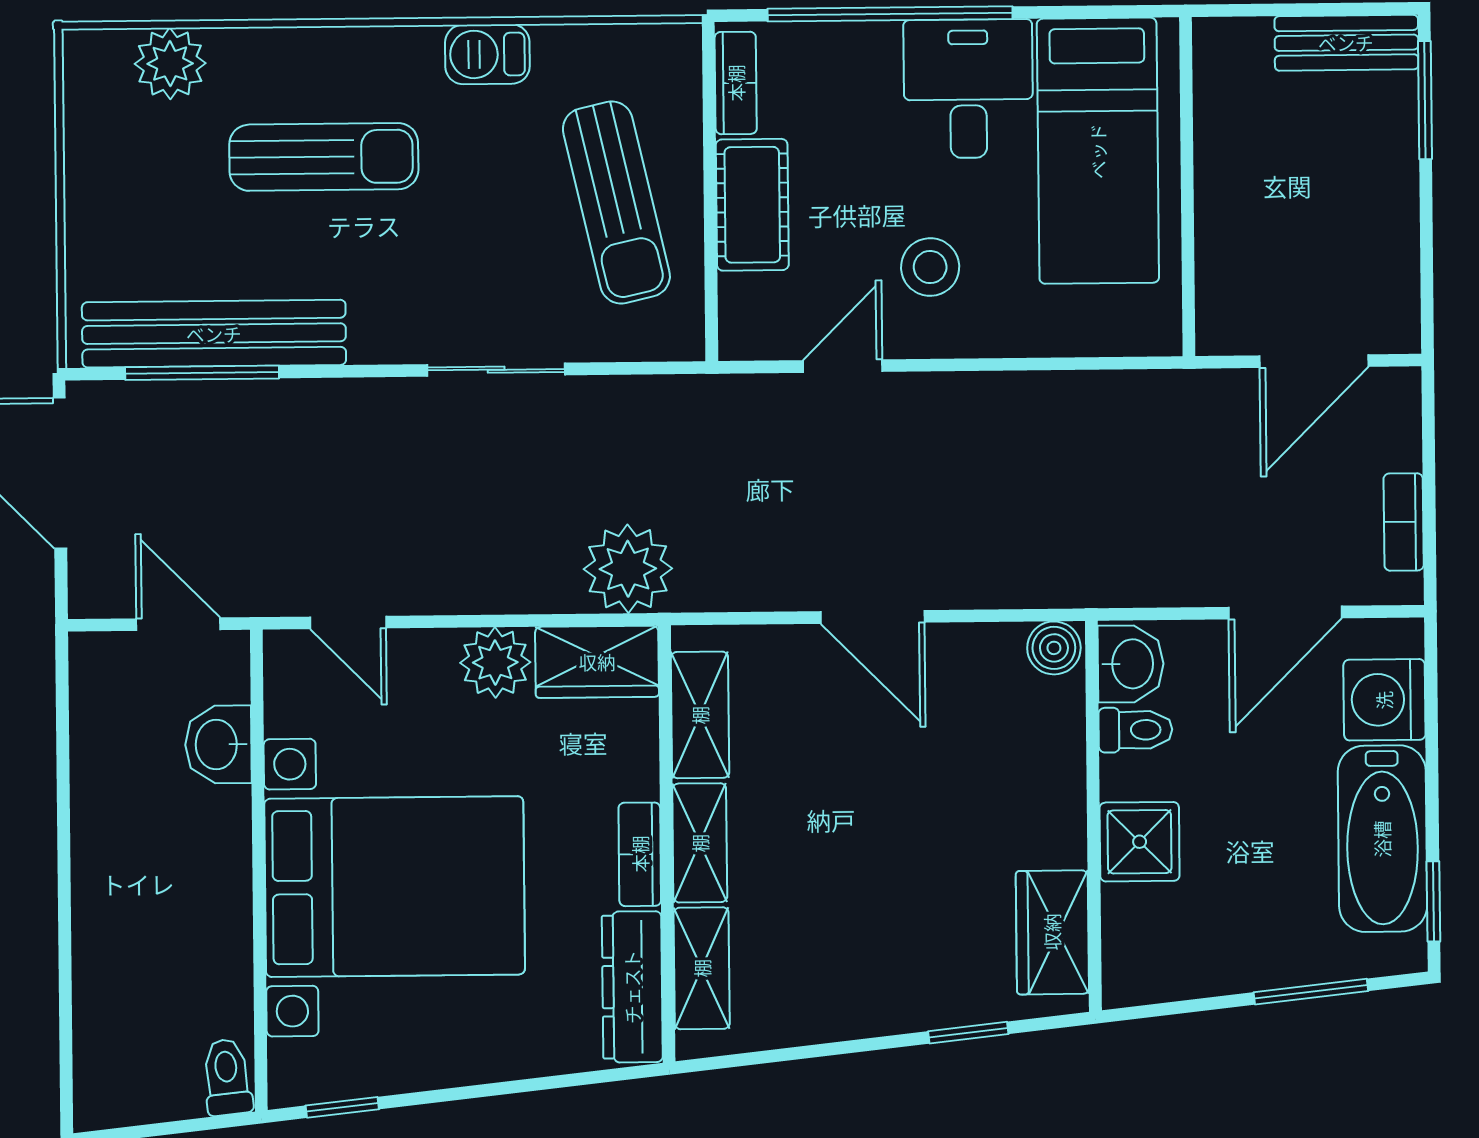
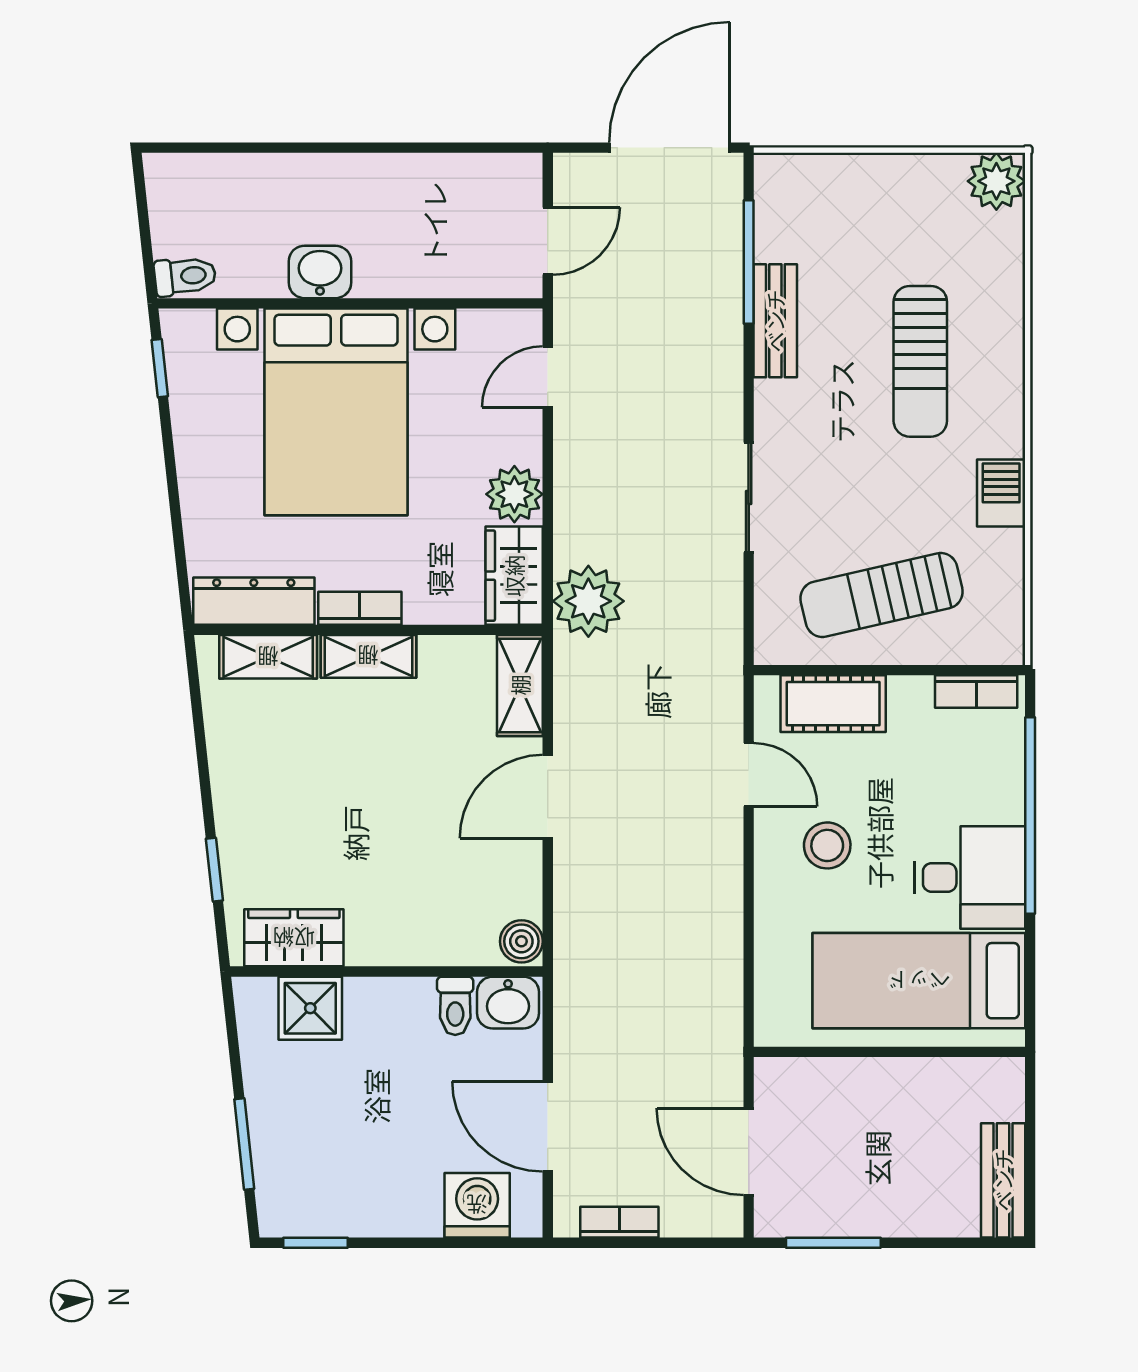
plant: (170, 64) -> (996, 181), moved
window: (1425, 100) -> (833, 1243), moved
cot: (752, 205) -> (833, 704), moved
bench: (214, 334) -> (775, 321), width x0.54, depth x0.82
shelving: (700, 715) -> (520, 685), moved, turned 90
washbasin: (218, 744) -> (320, 272), moved
bathtub: (1382, 839) -> (366, 1203), removed
shower: (1140, 842) -> (310, 1008), moved

